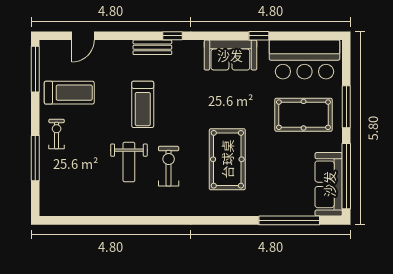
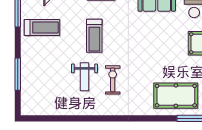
exercise bike: (57, 134) -> (33, 57), removed
pool table: (227, 159) -> (176, 96), moved, turned 90

